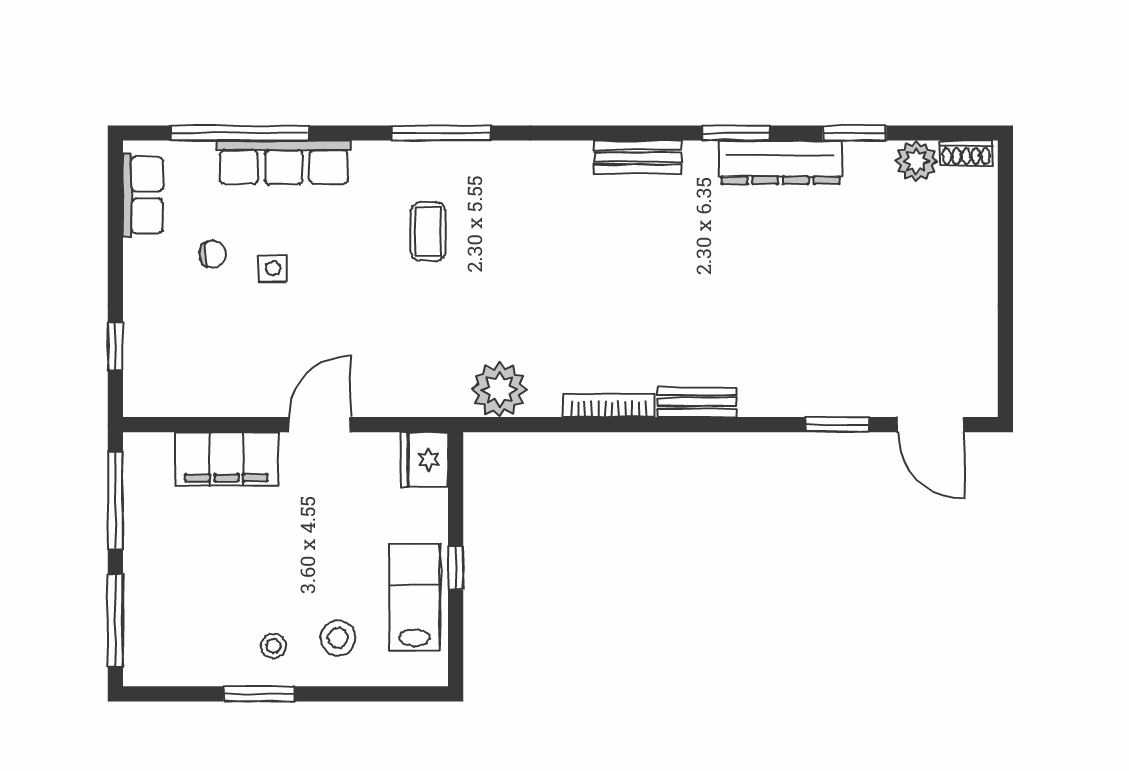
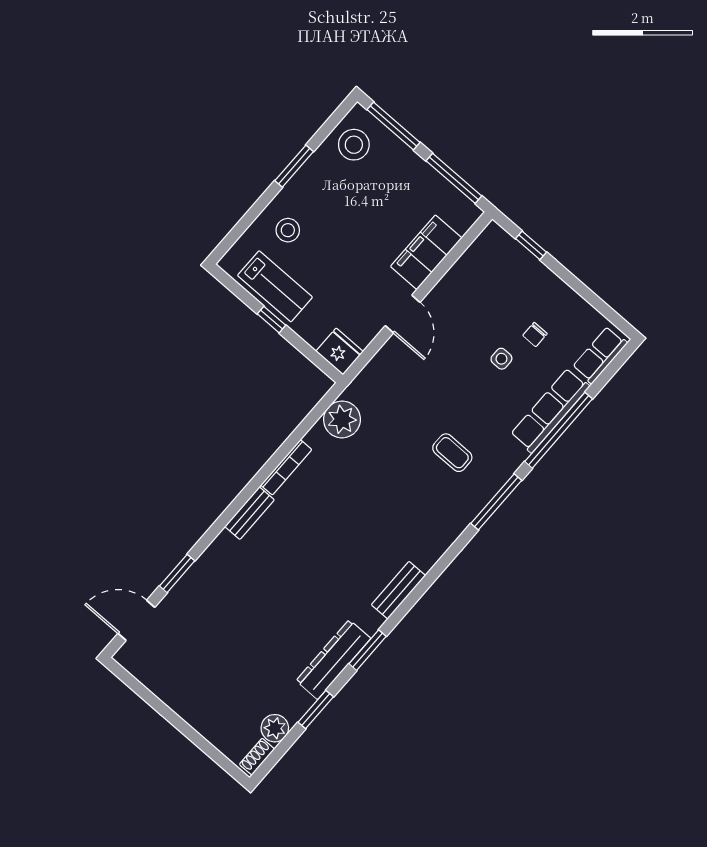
window: (239, 133) -> (559, 430), moved
row of seats: (143, 195) -> (600, 355), moved, turned 90
stool: (273, 646) -> (354, 145), moved, width x1.89, depth x1.89

